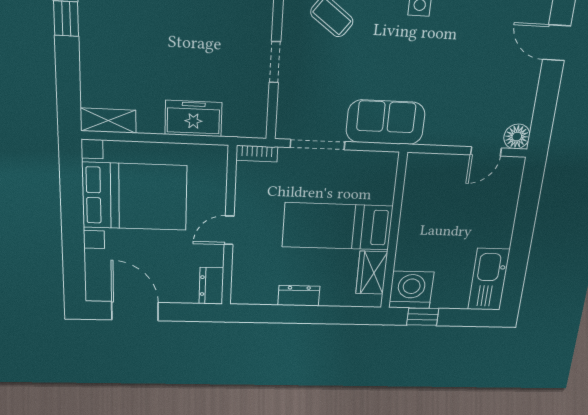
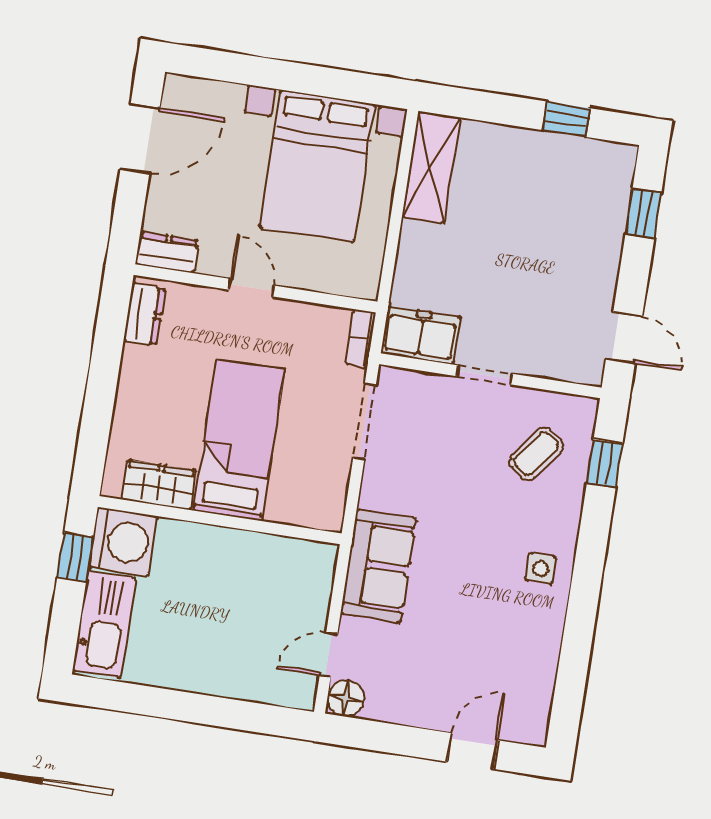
freezer: (193, 119) -> (421, 335), moved, turned -90
shelving: (108, 121) -> (431, 167), width x1.50, depth x1.33
sofa: (386, 122) -> (378, 566), moved
door: (486, 151) -> (328, 655), hinge flipped
kitchen sink: (489, 279) -> (104, 624), moved, turned 90
dresser: (299, 296) -> (144, 315), moved

